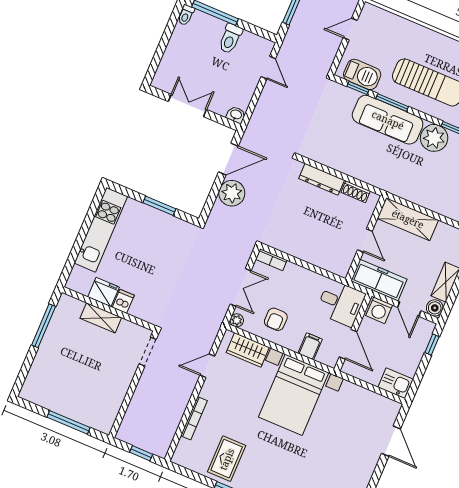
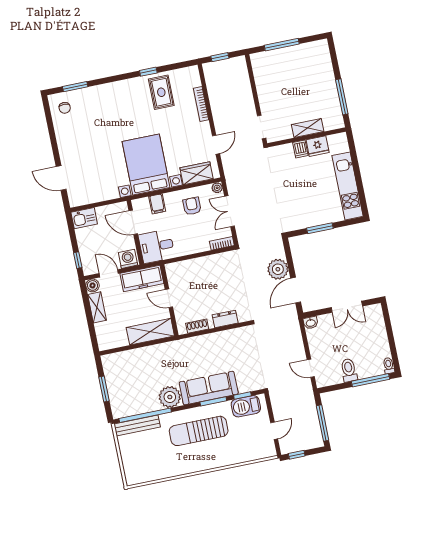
dresser: (322, 179) -> (225, 319), width x0.70

